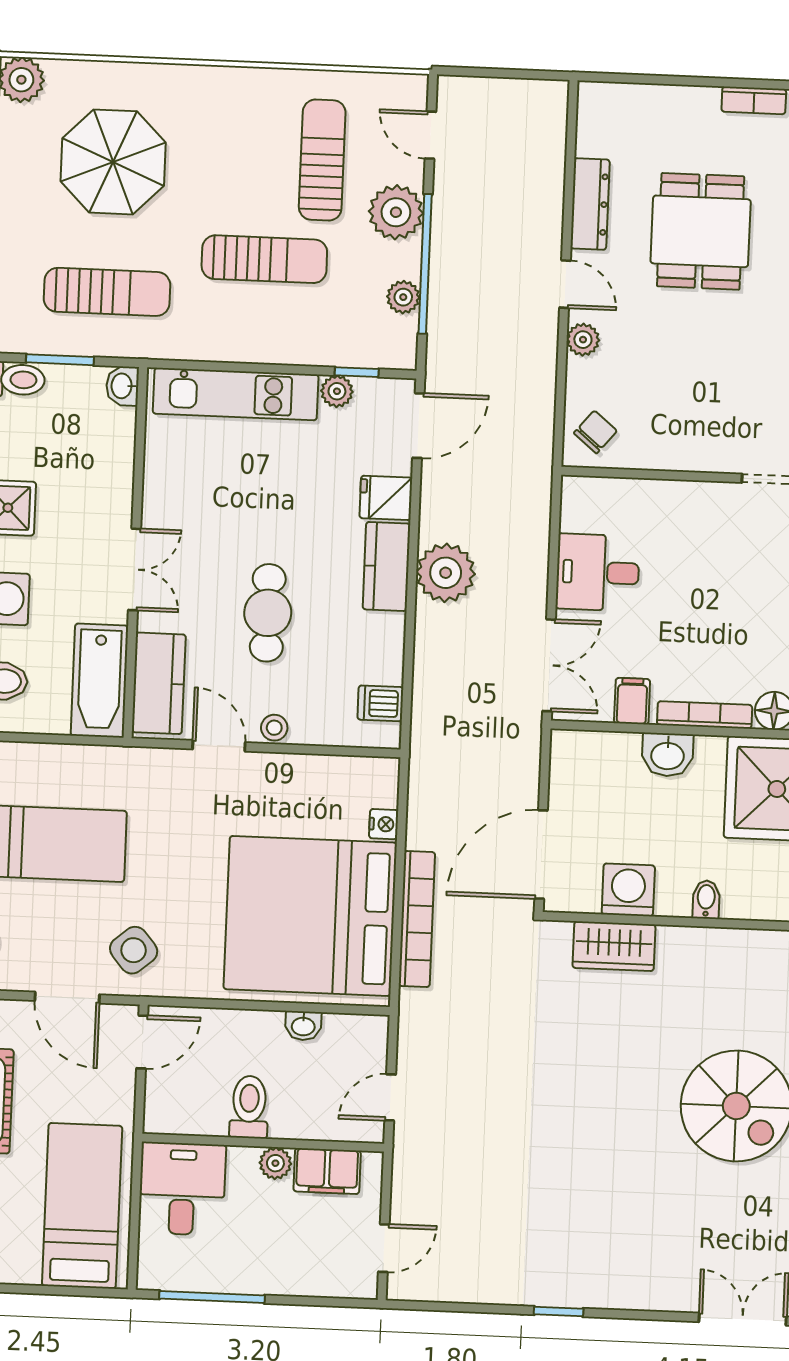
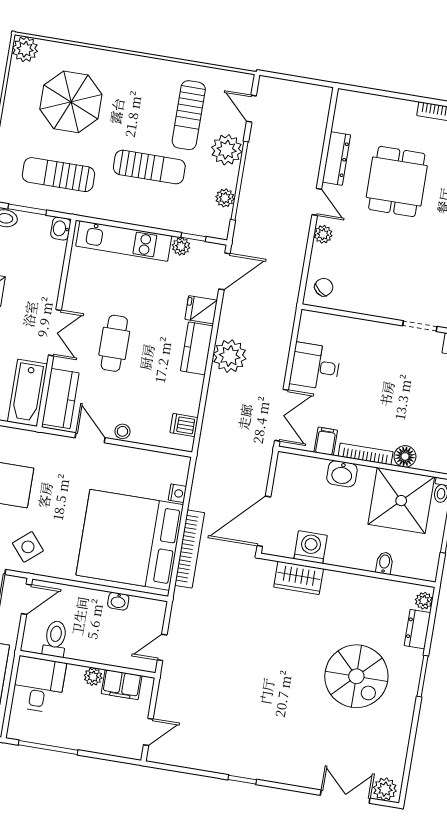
sun lounger: (322, 160) -> (189, 115), turned 180
sun lounger: (107, 292) -> (58, 175), turned 180
cafe table: (268, 613) -> (114, 343), moved
bidet: (706, 900) -> (384, 563), moved
toilet: (249, 1107) -> (55, 639), moved

